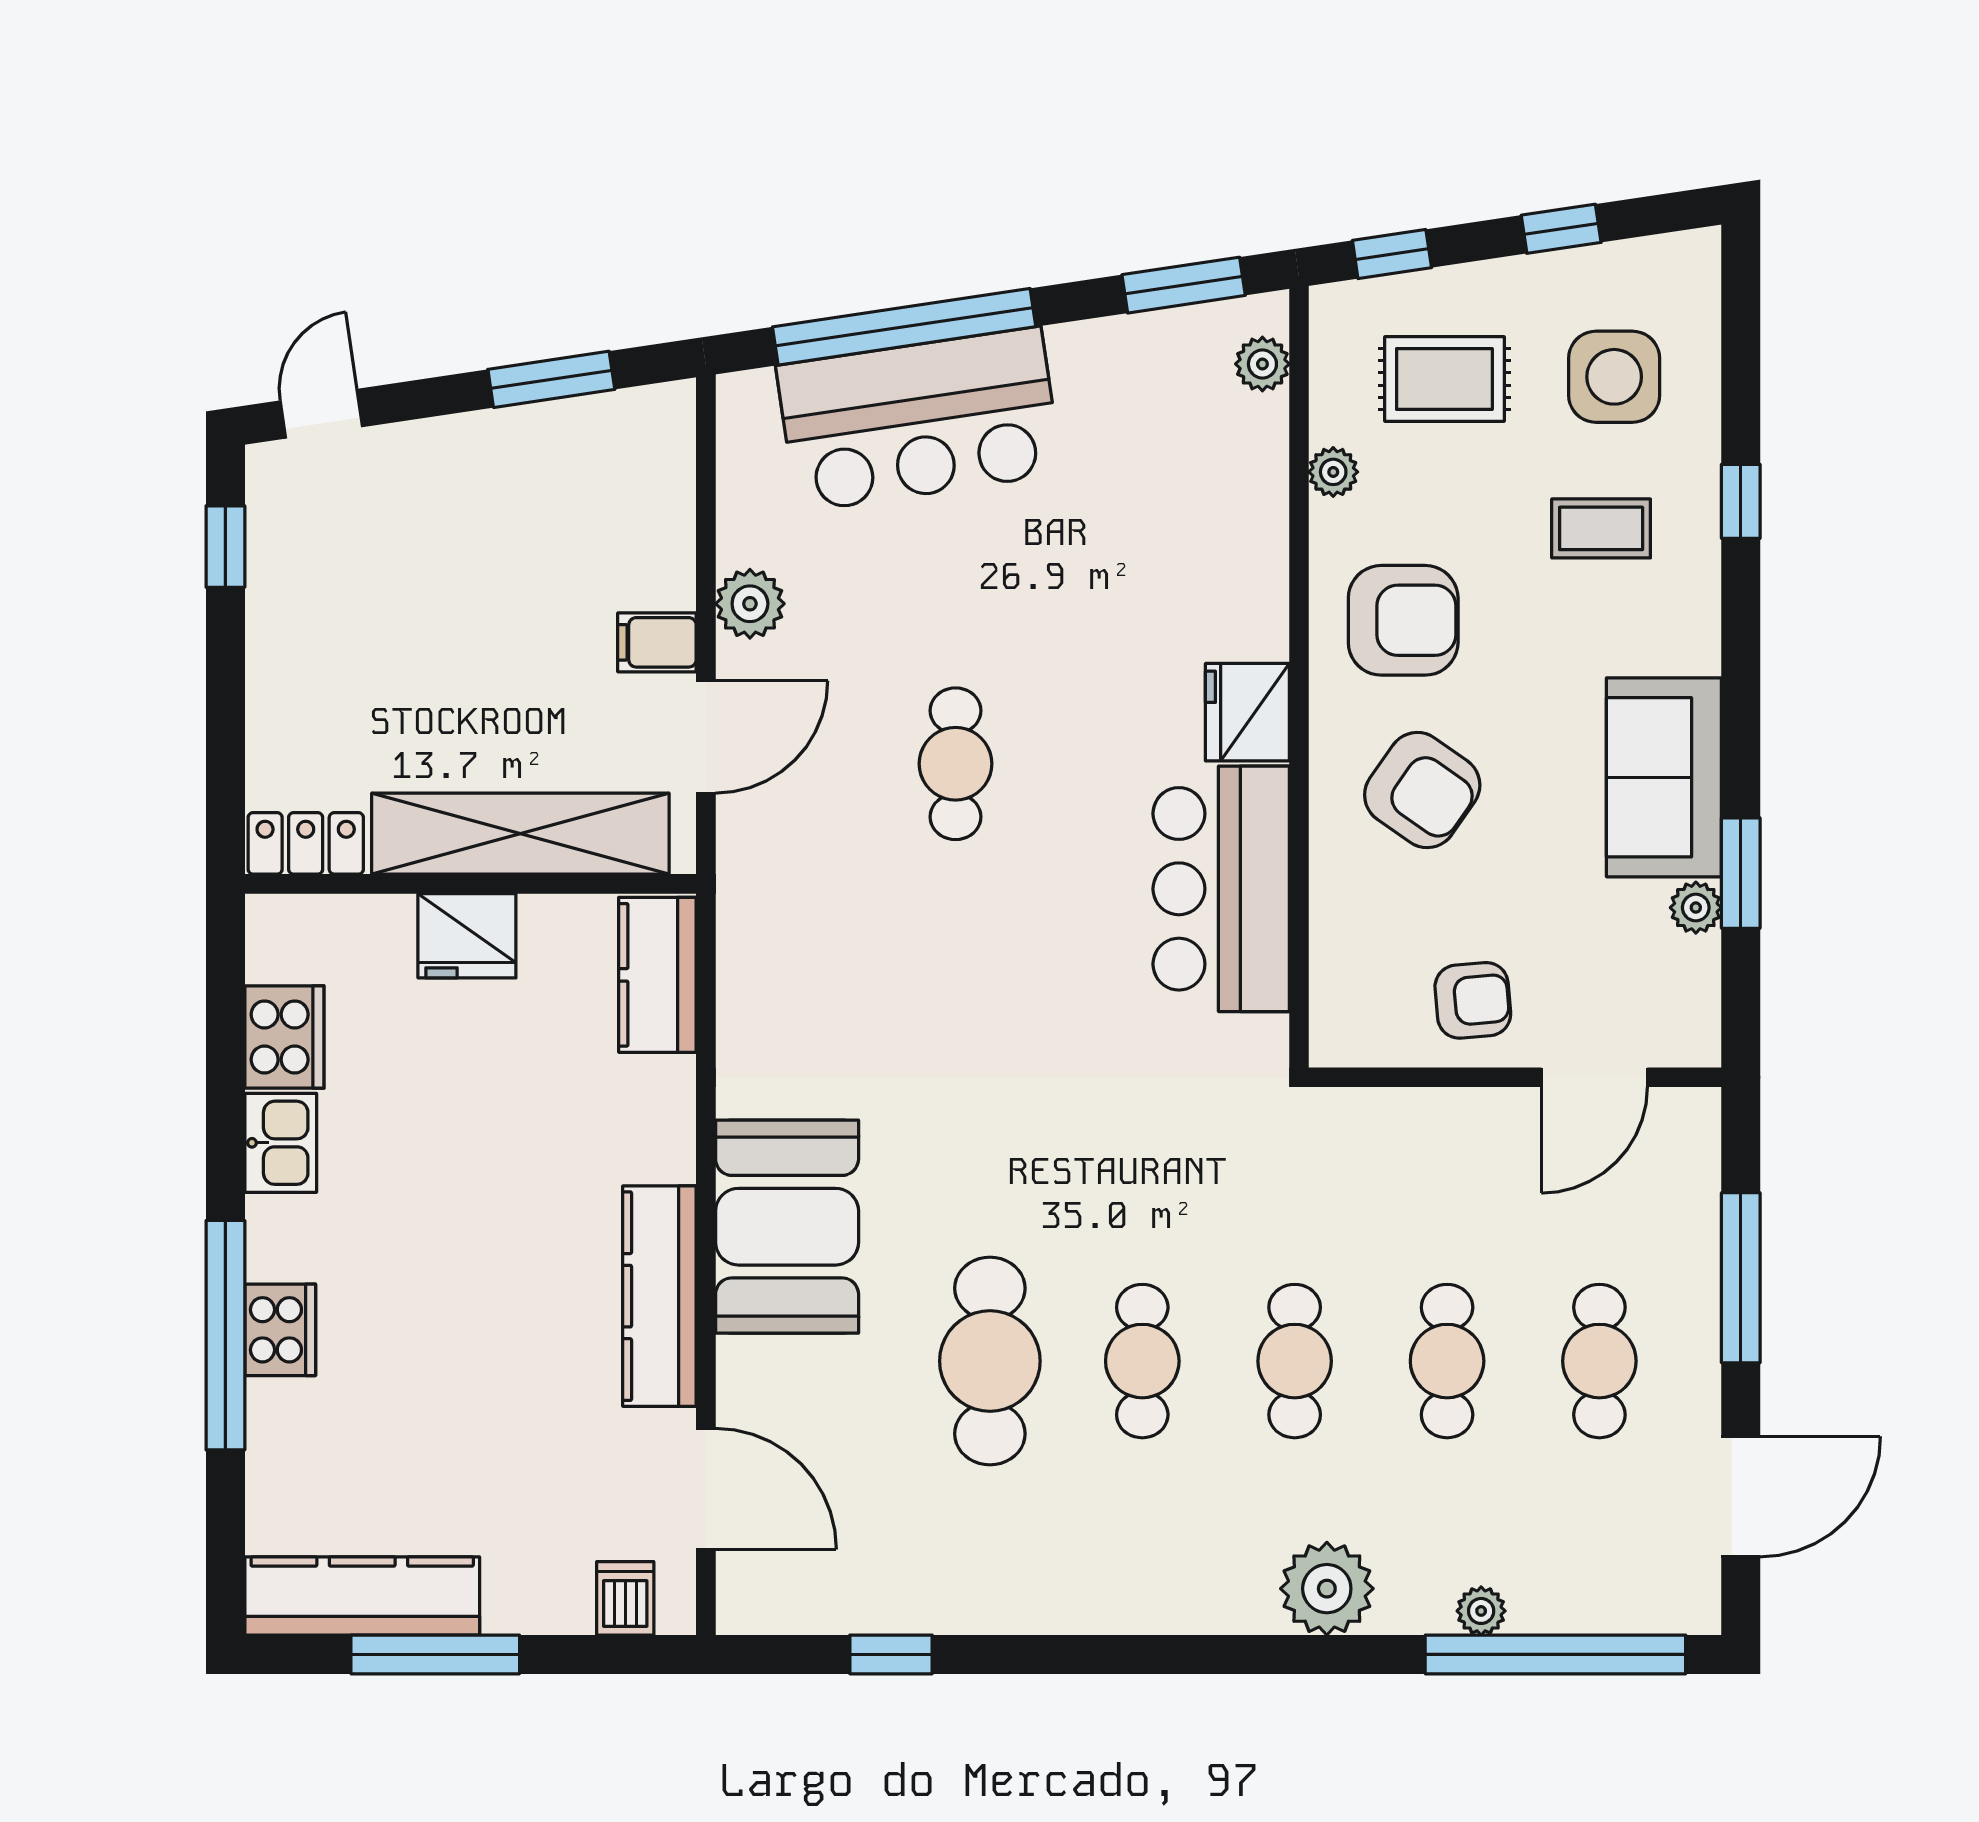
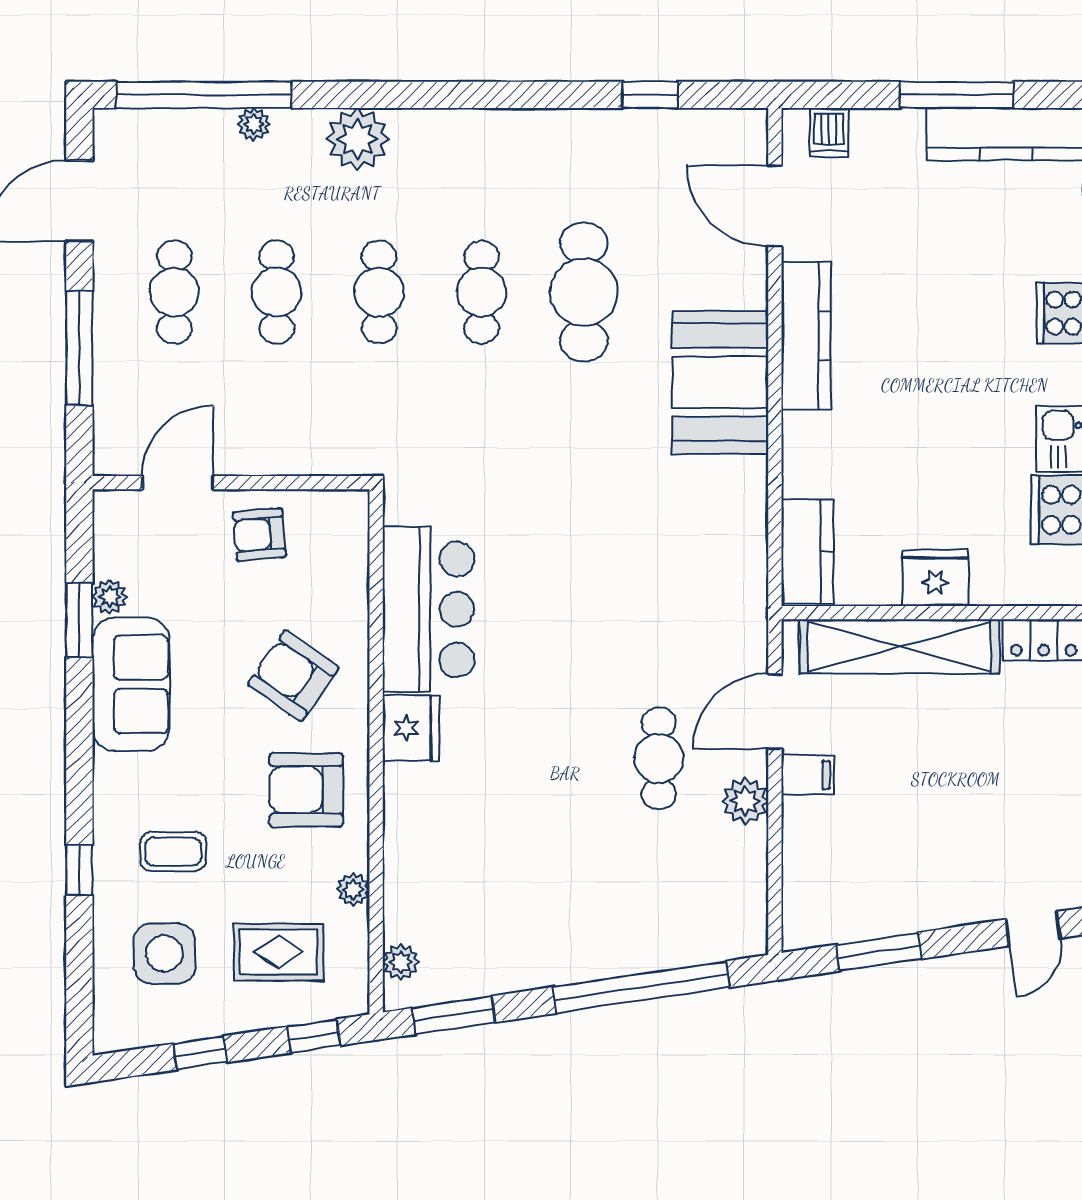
bar counter: (919, 420) -> (631, 925), removed
cafe table: (956, 764) -> (659, 758), moved

